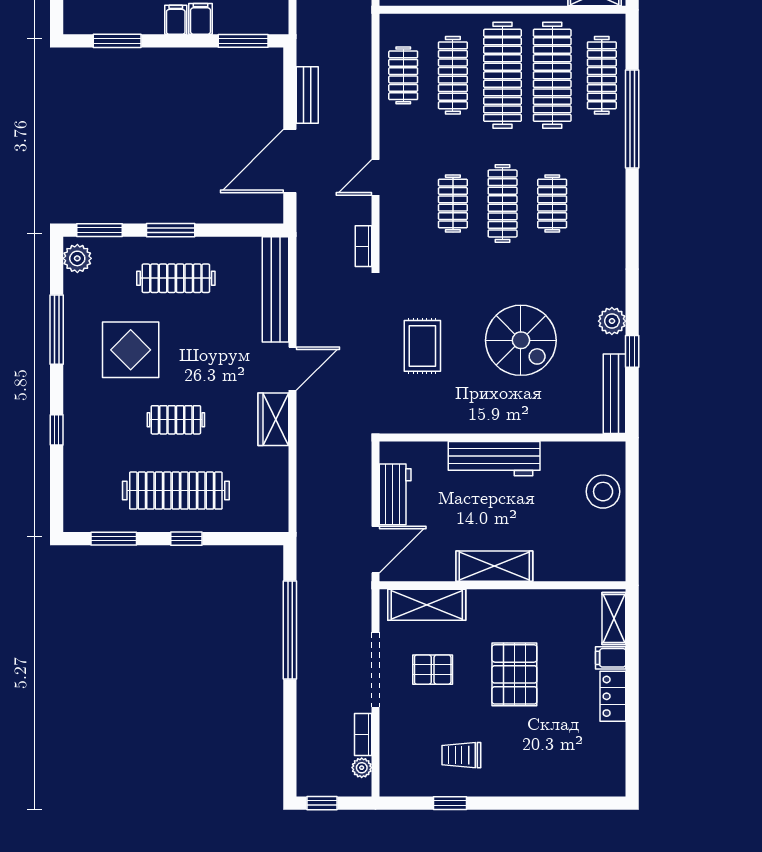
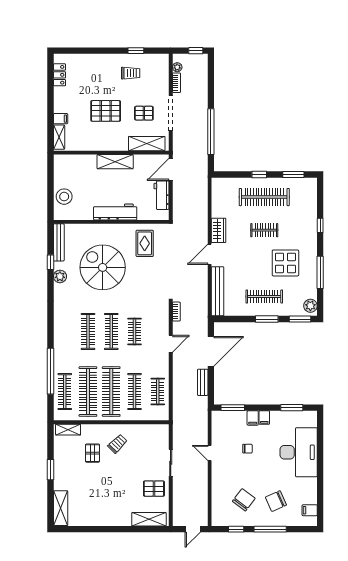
clothes rail: (552, 204) -> (88, 331), width x1.36
spiral stairs: (521, 340) -> (103, 267), width x1.37, depth x1.37
rug: (422, 346) -> (145, 243), moved
pallet: (514, 674) -> (106, 111), turned 90
locker: (613, 696) -> (60, 75), moved

